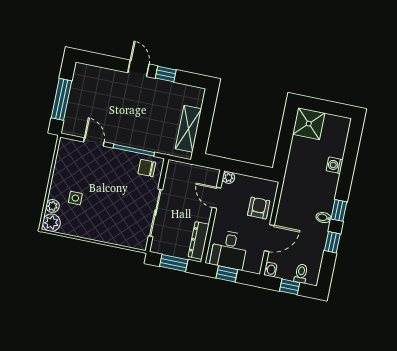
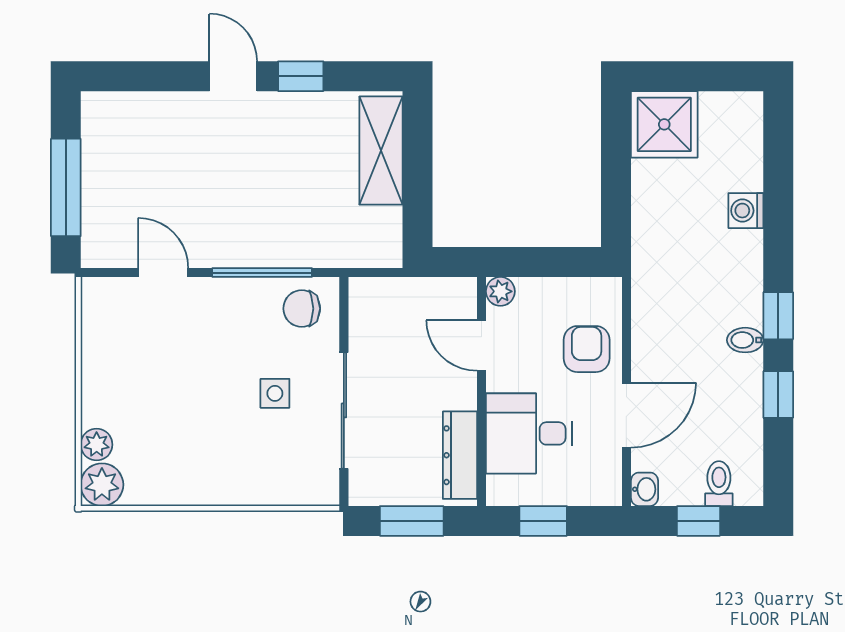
shelving: (188, 129) -> (381, 151), moved
side table: (75, 198) -> (275, 393), moved
desk: (229, 250) -> (529, 433), moved, turned 90

